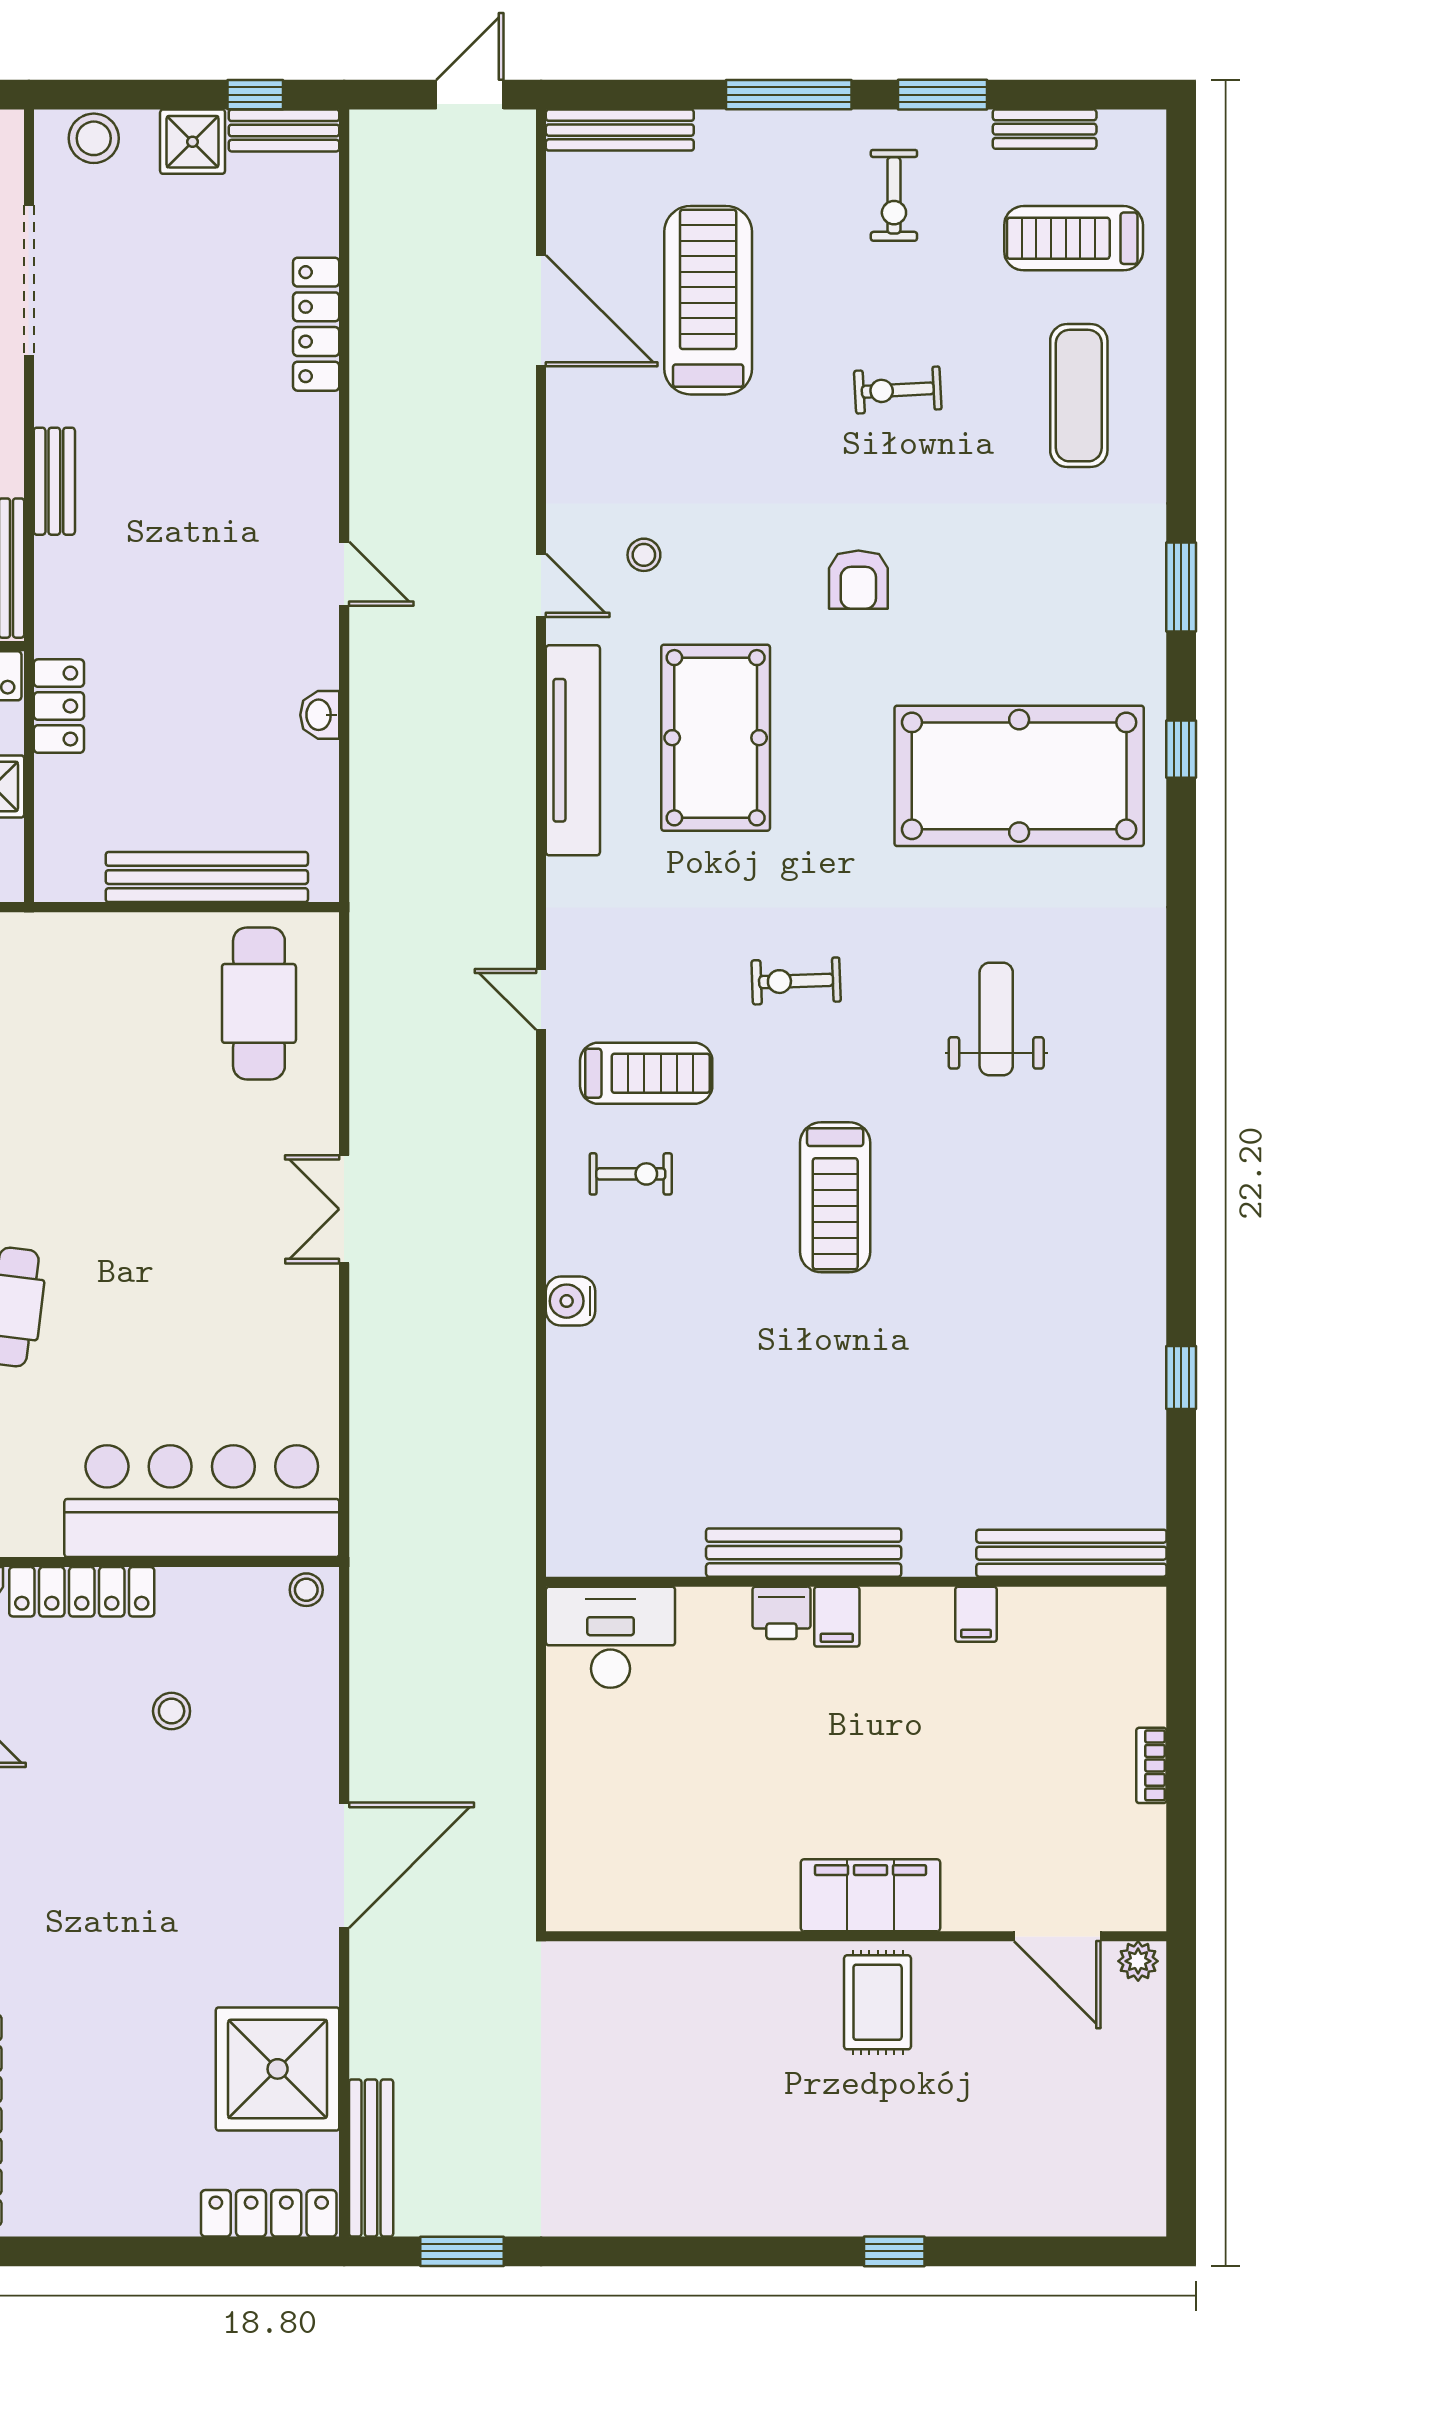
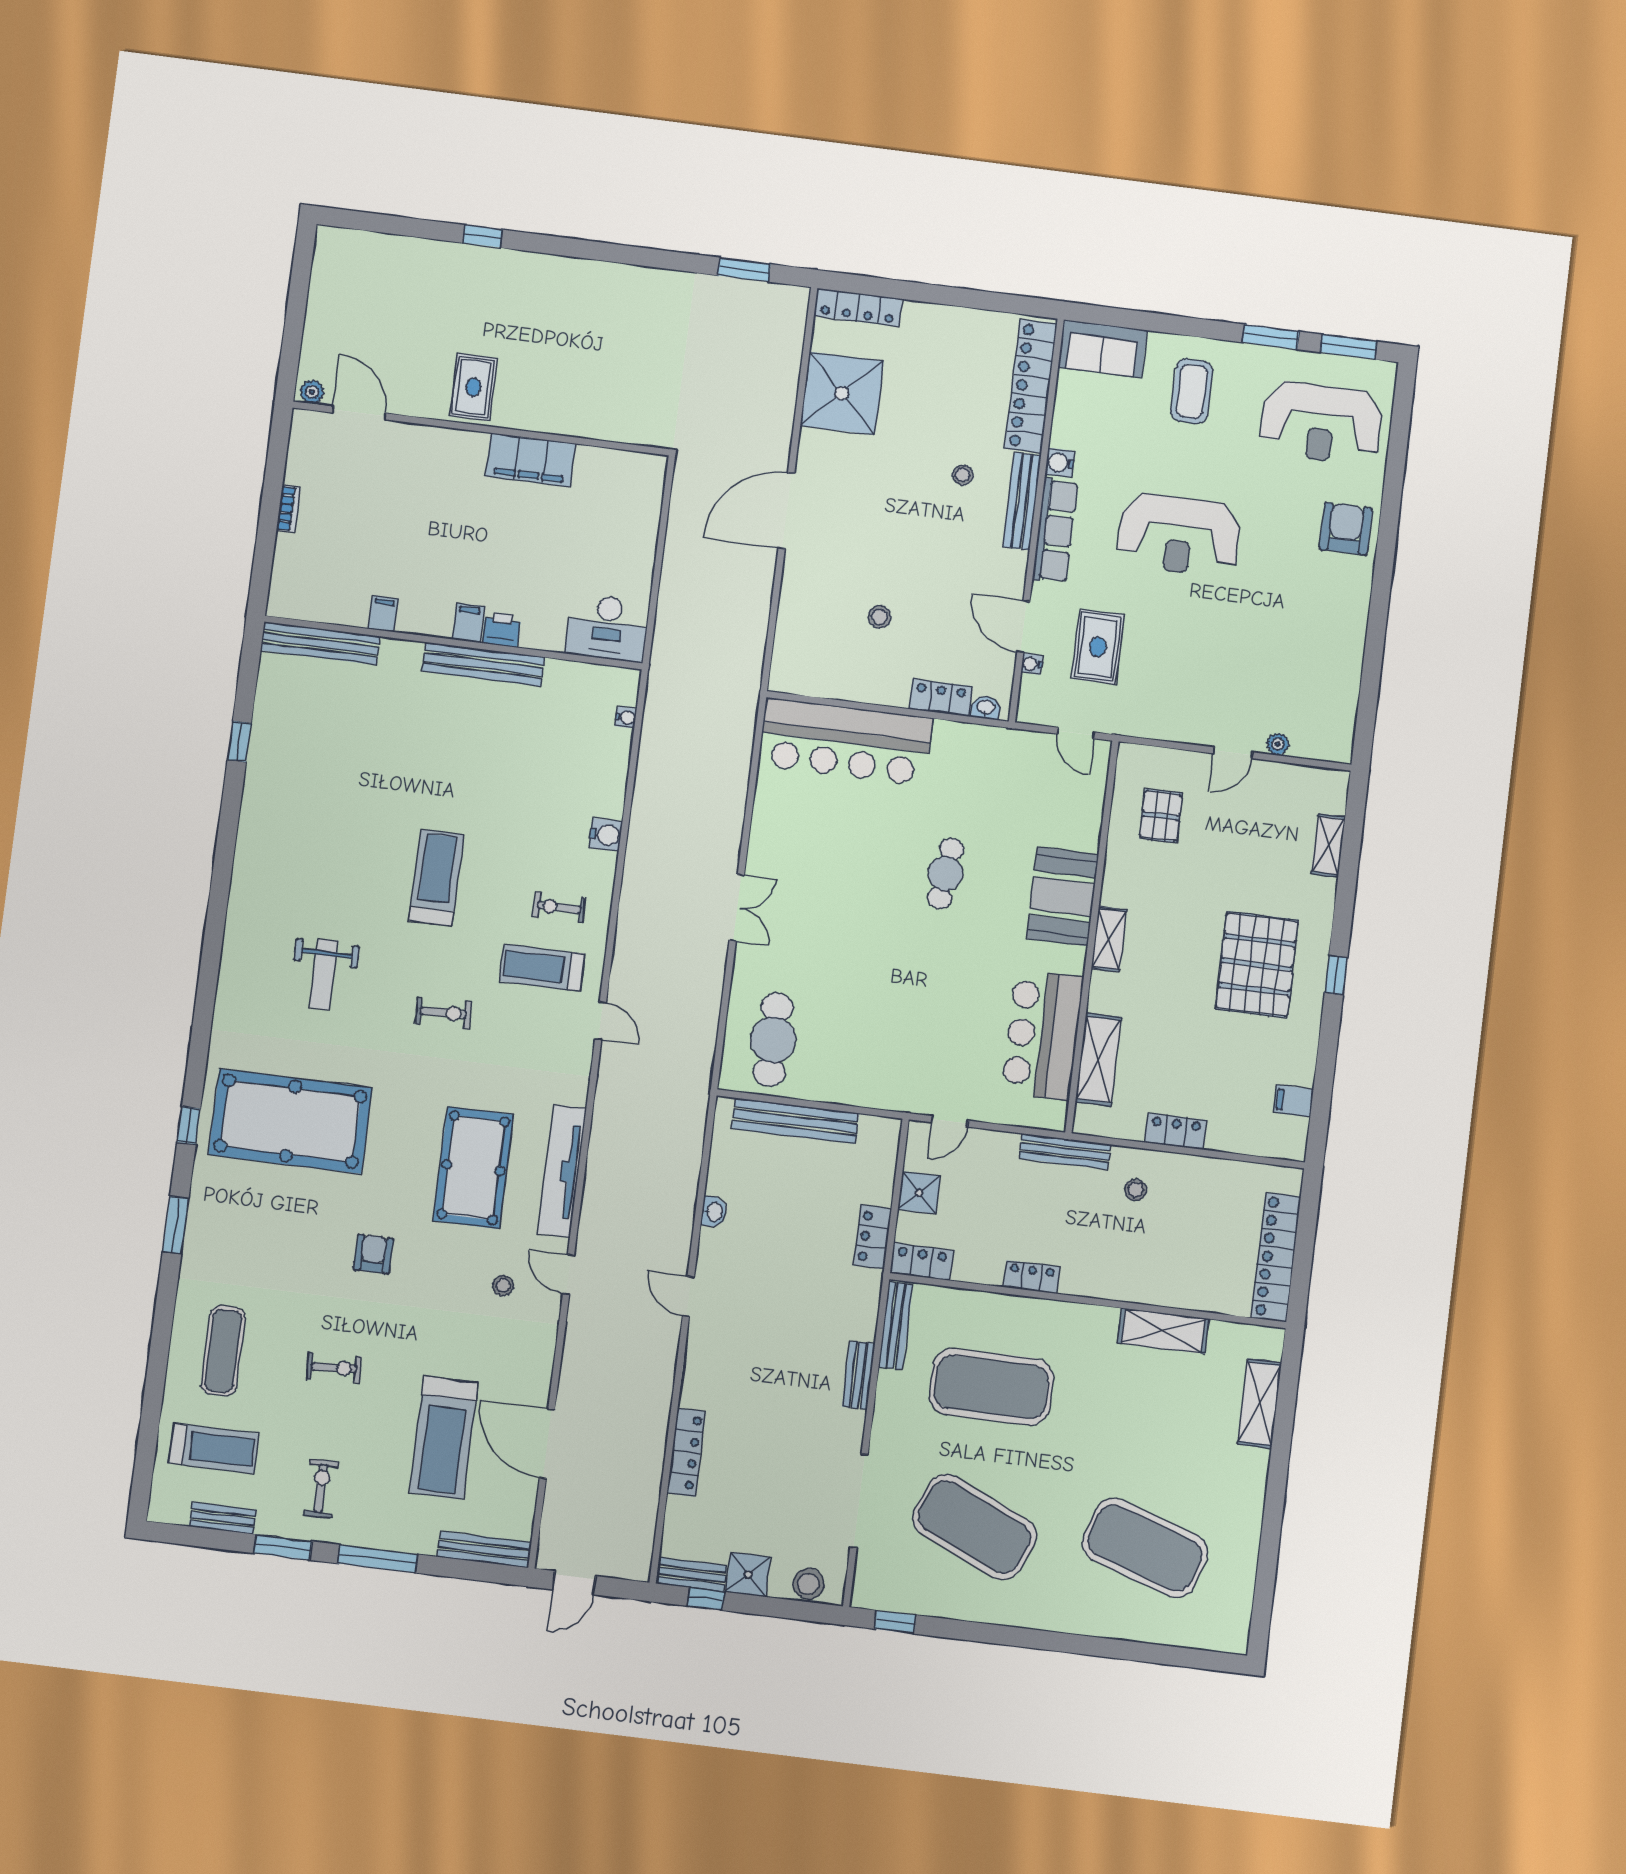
water cooler: (562, 1495) -> (626, 717), added
stool: (306, 1590) -> (963, 475), moved
locker: (82, 1592) -> (941, 698), width x0.66
filing cabinet: (870, 1895) -> (530, 460), moved
bench: (371, 2158) -> (792, 333), removed

